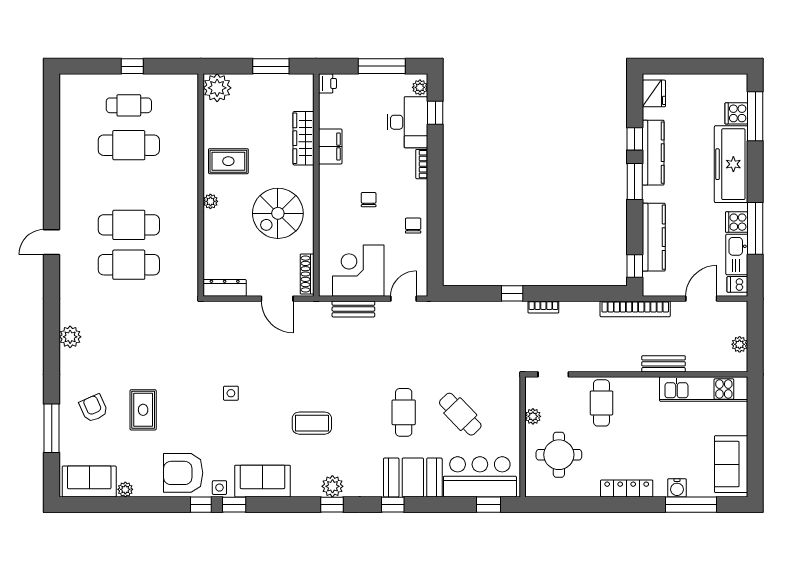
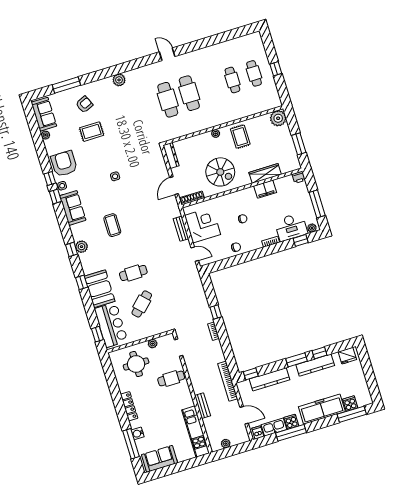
cafe table: (129, 145) -> (232, 80), width x0.73, depth x0.74
spiral stairs: (278, 213) -> (220, 172), turned 180

